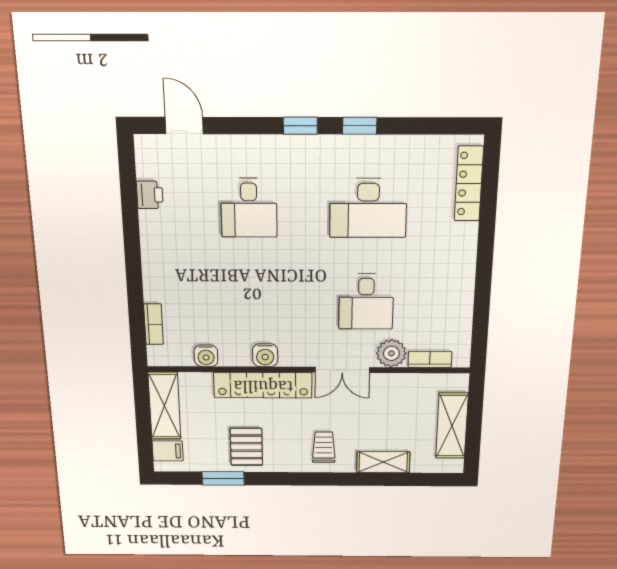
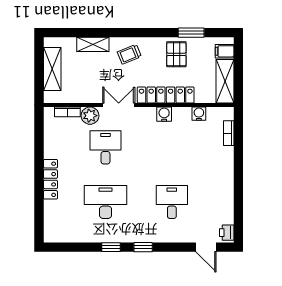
locker: (469, 184) -> (50, 179), moved
printer: (150, 195) -> (227, 233), moved
trolley: (324, 447) -> (129, 54), turned 68

